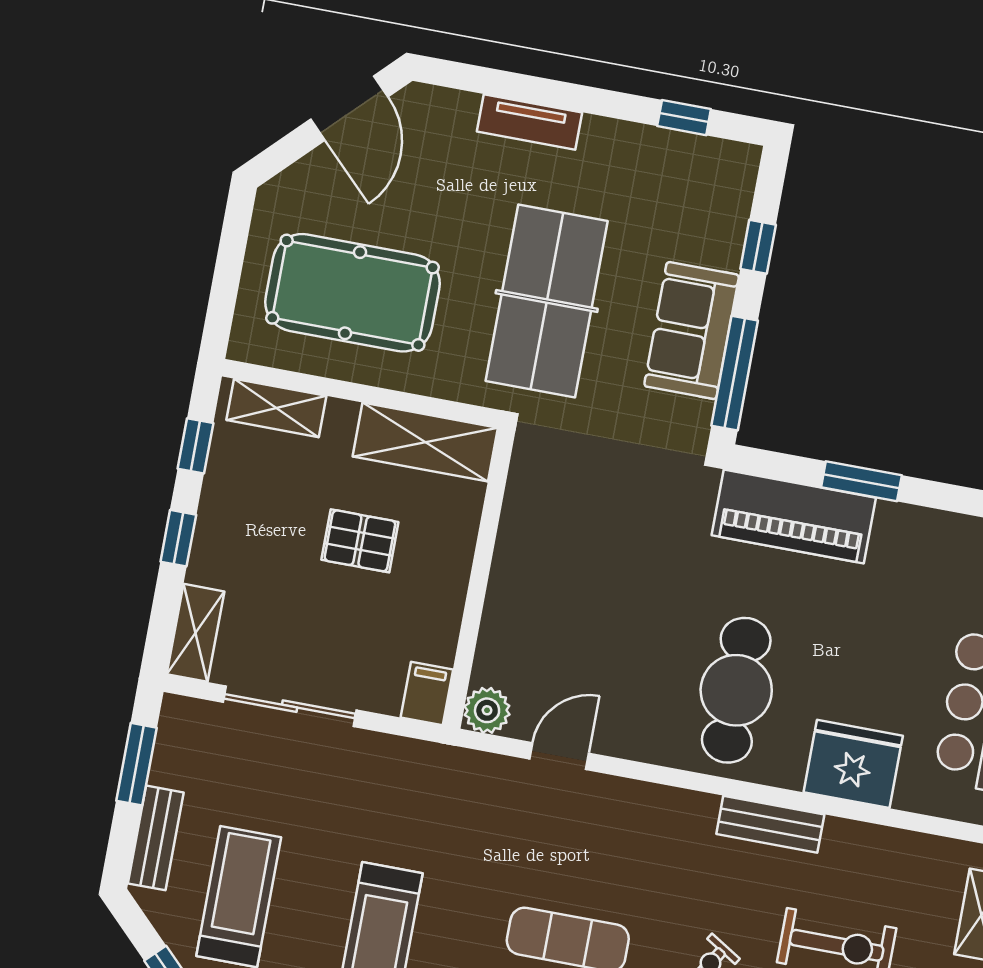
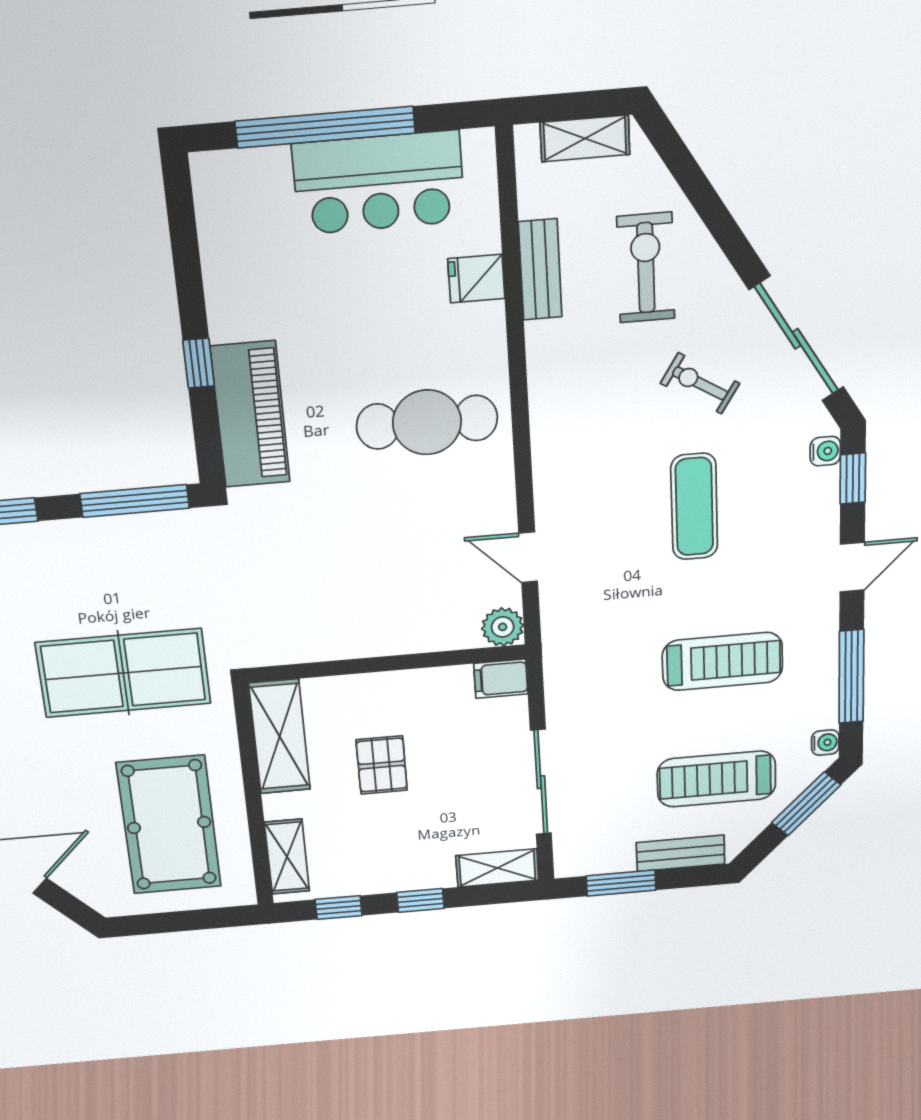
sofa: (692, 331) -> (108, 548), removed
window: (861, 481) -> (199, 363), width x0.67
fridge: (853, 764) -> (476, 279), width x0.53, depth x0.75
bench: (770, 824) -> (540, 270), moved

